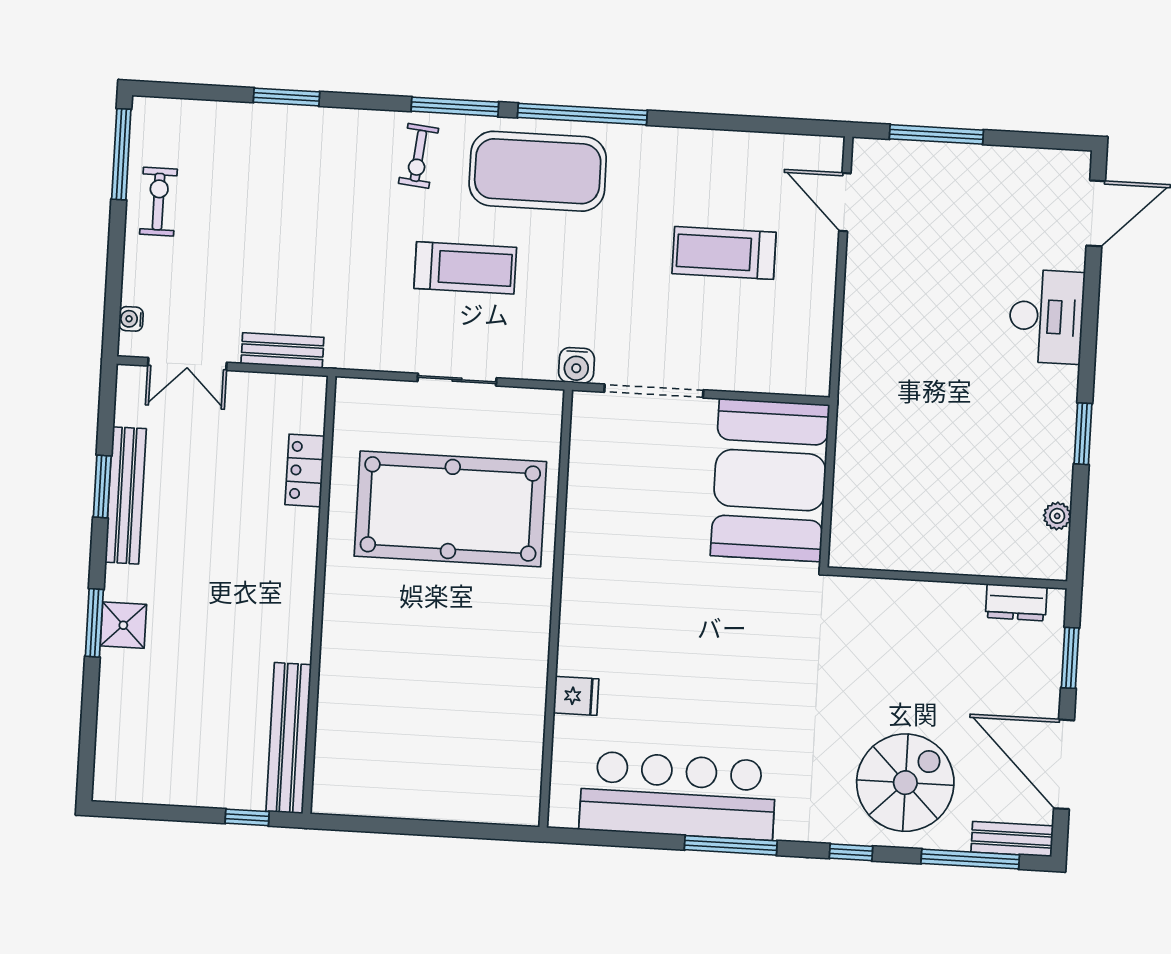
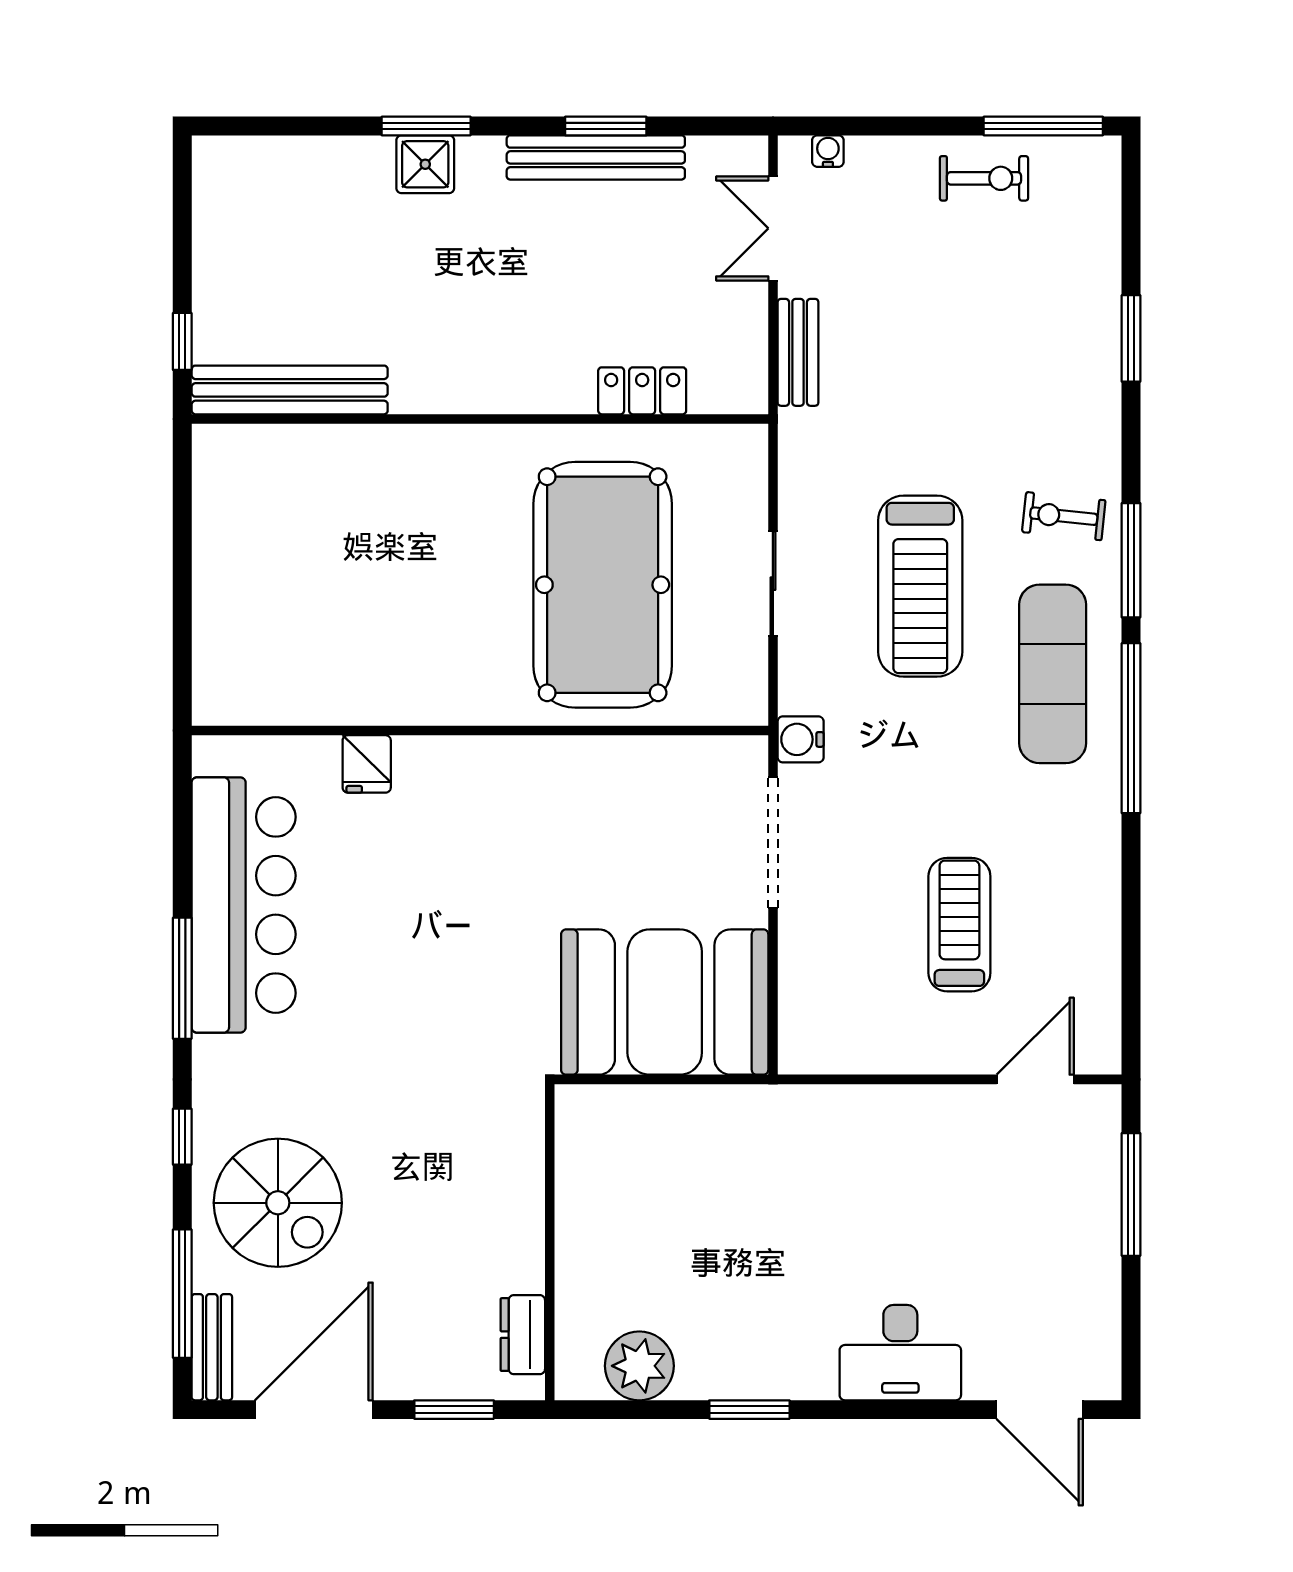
exercise mat: (538, 171) -> (1053, 674), width x0.68
treadmill: (465, 268) -> (920, 586), width x1.37, depth x1.38
plant: (1057, 516) -> (639, 1366), width x1.88, depth x1.88

